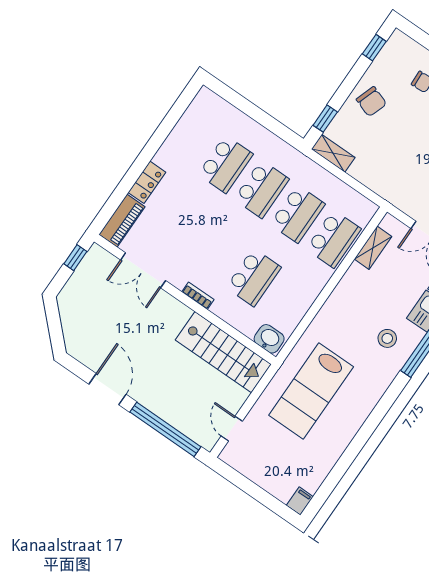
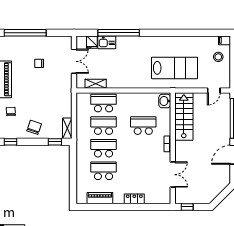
piano: (122, 221) -> (100, 198), moved
stool: (387, 338) -> (218, 57), moved

